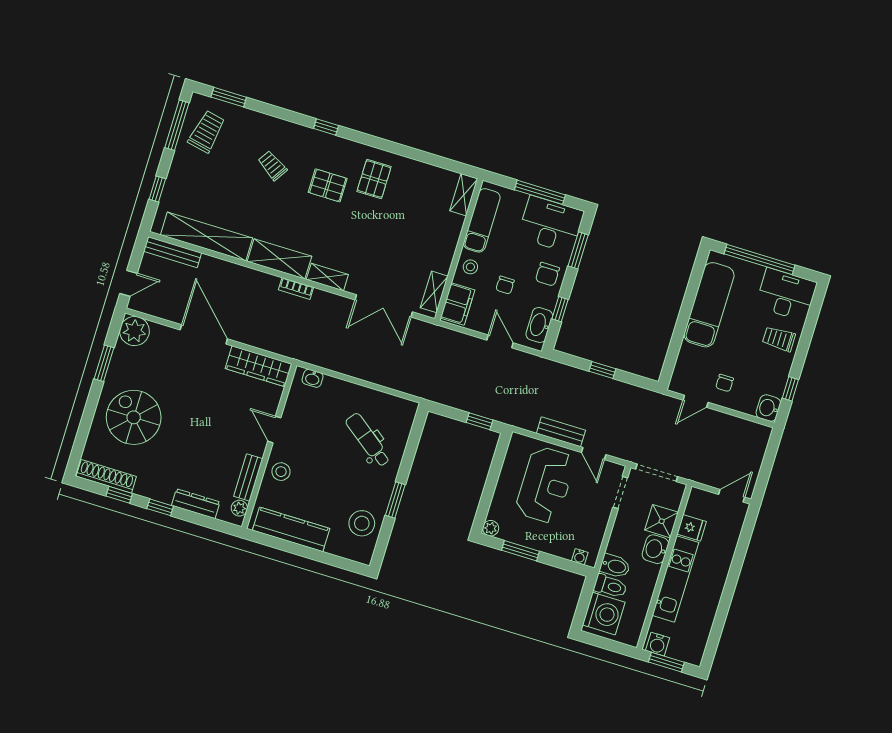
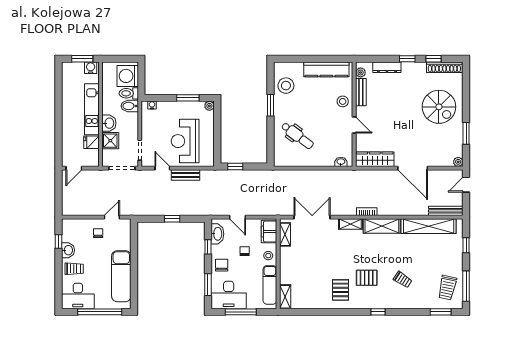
plant: (134, 331) -> (458, 162), width x0.53, depth x0.53
washbasin: (768, 408) -> (68, 250), moved

